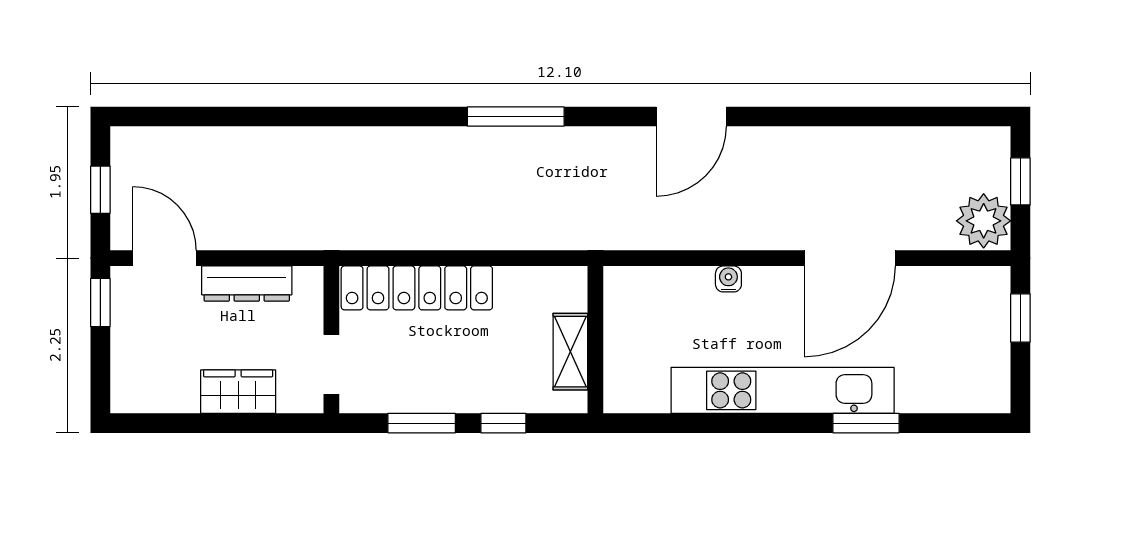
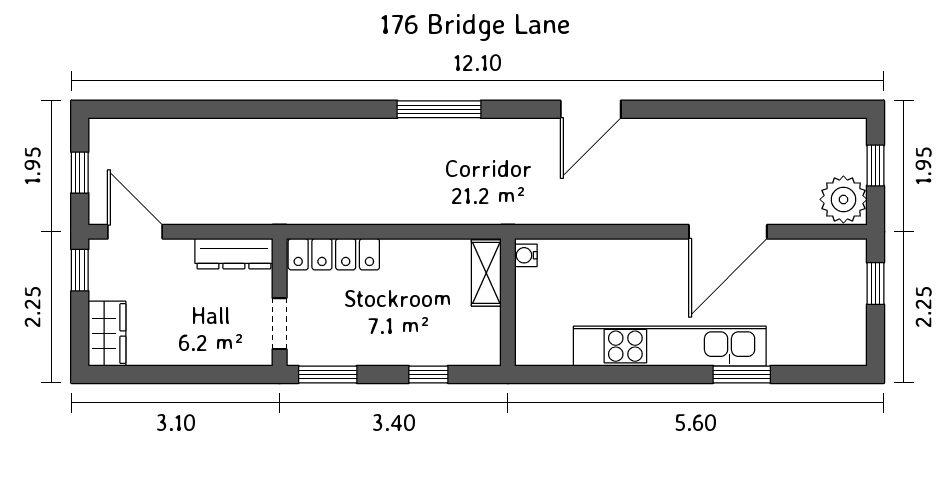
water cooler: (728, 279) -> (526, 255), moved, turned -90
dresser: (247, 284) -> (234, 254), moved
locker: (417, 288) -> (334, 254), width x0.71, depth x0.83
shelving: (570, 352) -> (486, 273), moved
wardrobe: (238, 392) -> (107, 334), moved, turned 90
window: (422, 423) -> (328, 374), moved

